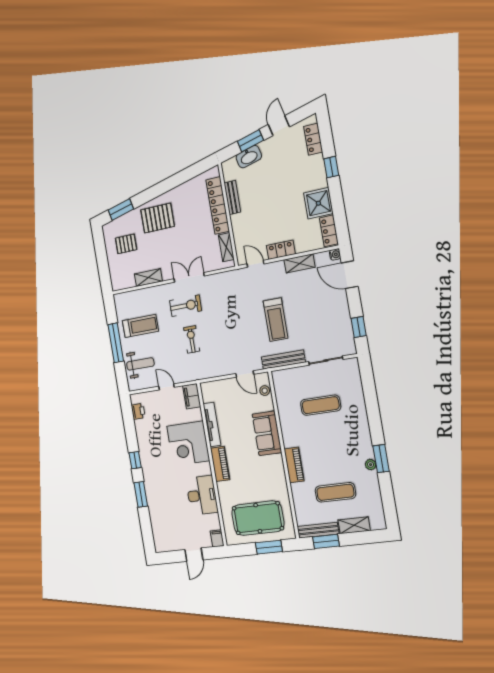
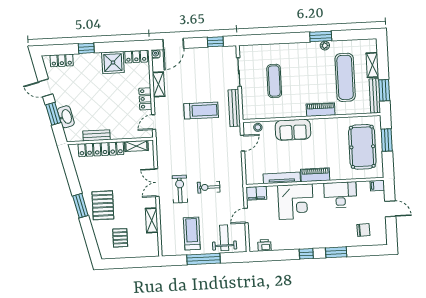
window: (121, 210) -> (80, 206), moved
exercise mat: (335, 492) -> (345, 77), width x1.36, depth x1.45
chair: (168, 525) -> (363, 230), added

